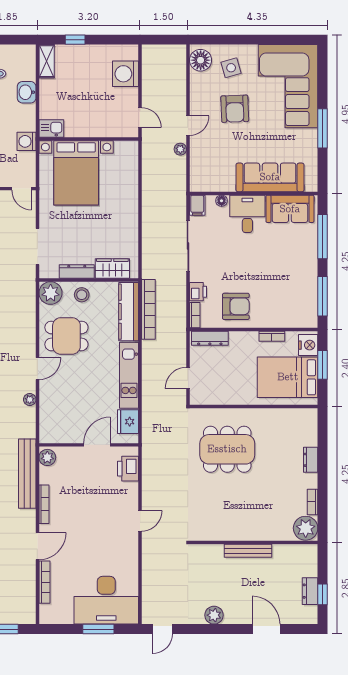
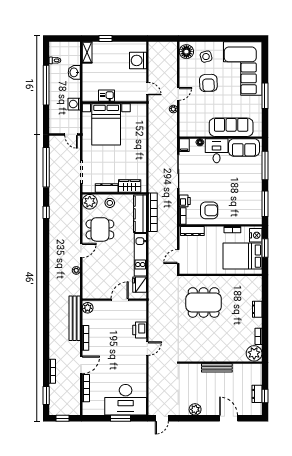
kitchen sink: (51, 128) -> (107, 96), moved
printer: (128, 469) -> (140, 330), moved

